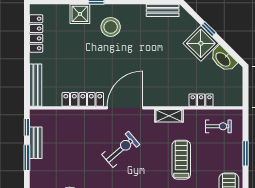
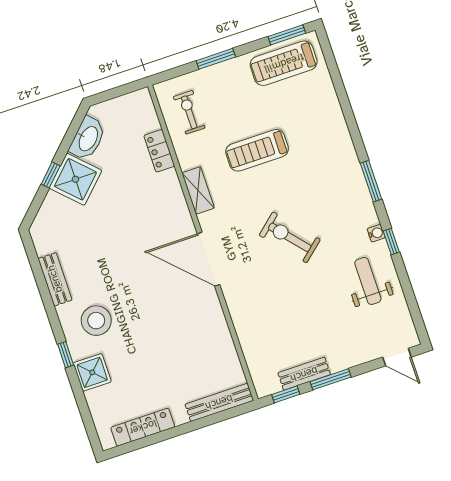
bench: (163, 10) -> (55, 279), moved
locker: (83, 99) -> (217, 326), removed
exercise bike: (121, 149) -> (290, 237), moved

